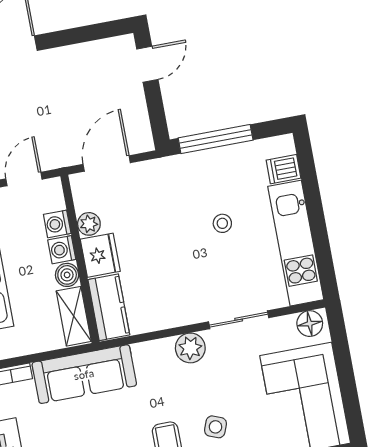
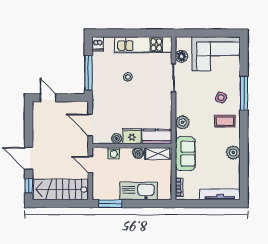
dishwasher: (283, 169) -> (98, 44), moved
washing machine: (62, 250) -> (126, 153), removed
floor lamp: (310, 324) -> (181, 56), moved
plant: (190, 348) -> (182, 122), moved
sofa: (84, 374) -> (185, 154), width x0.73

